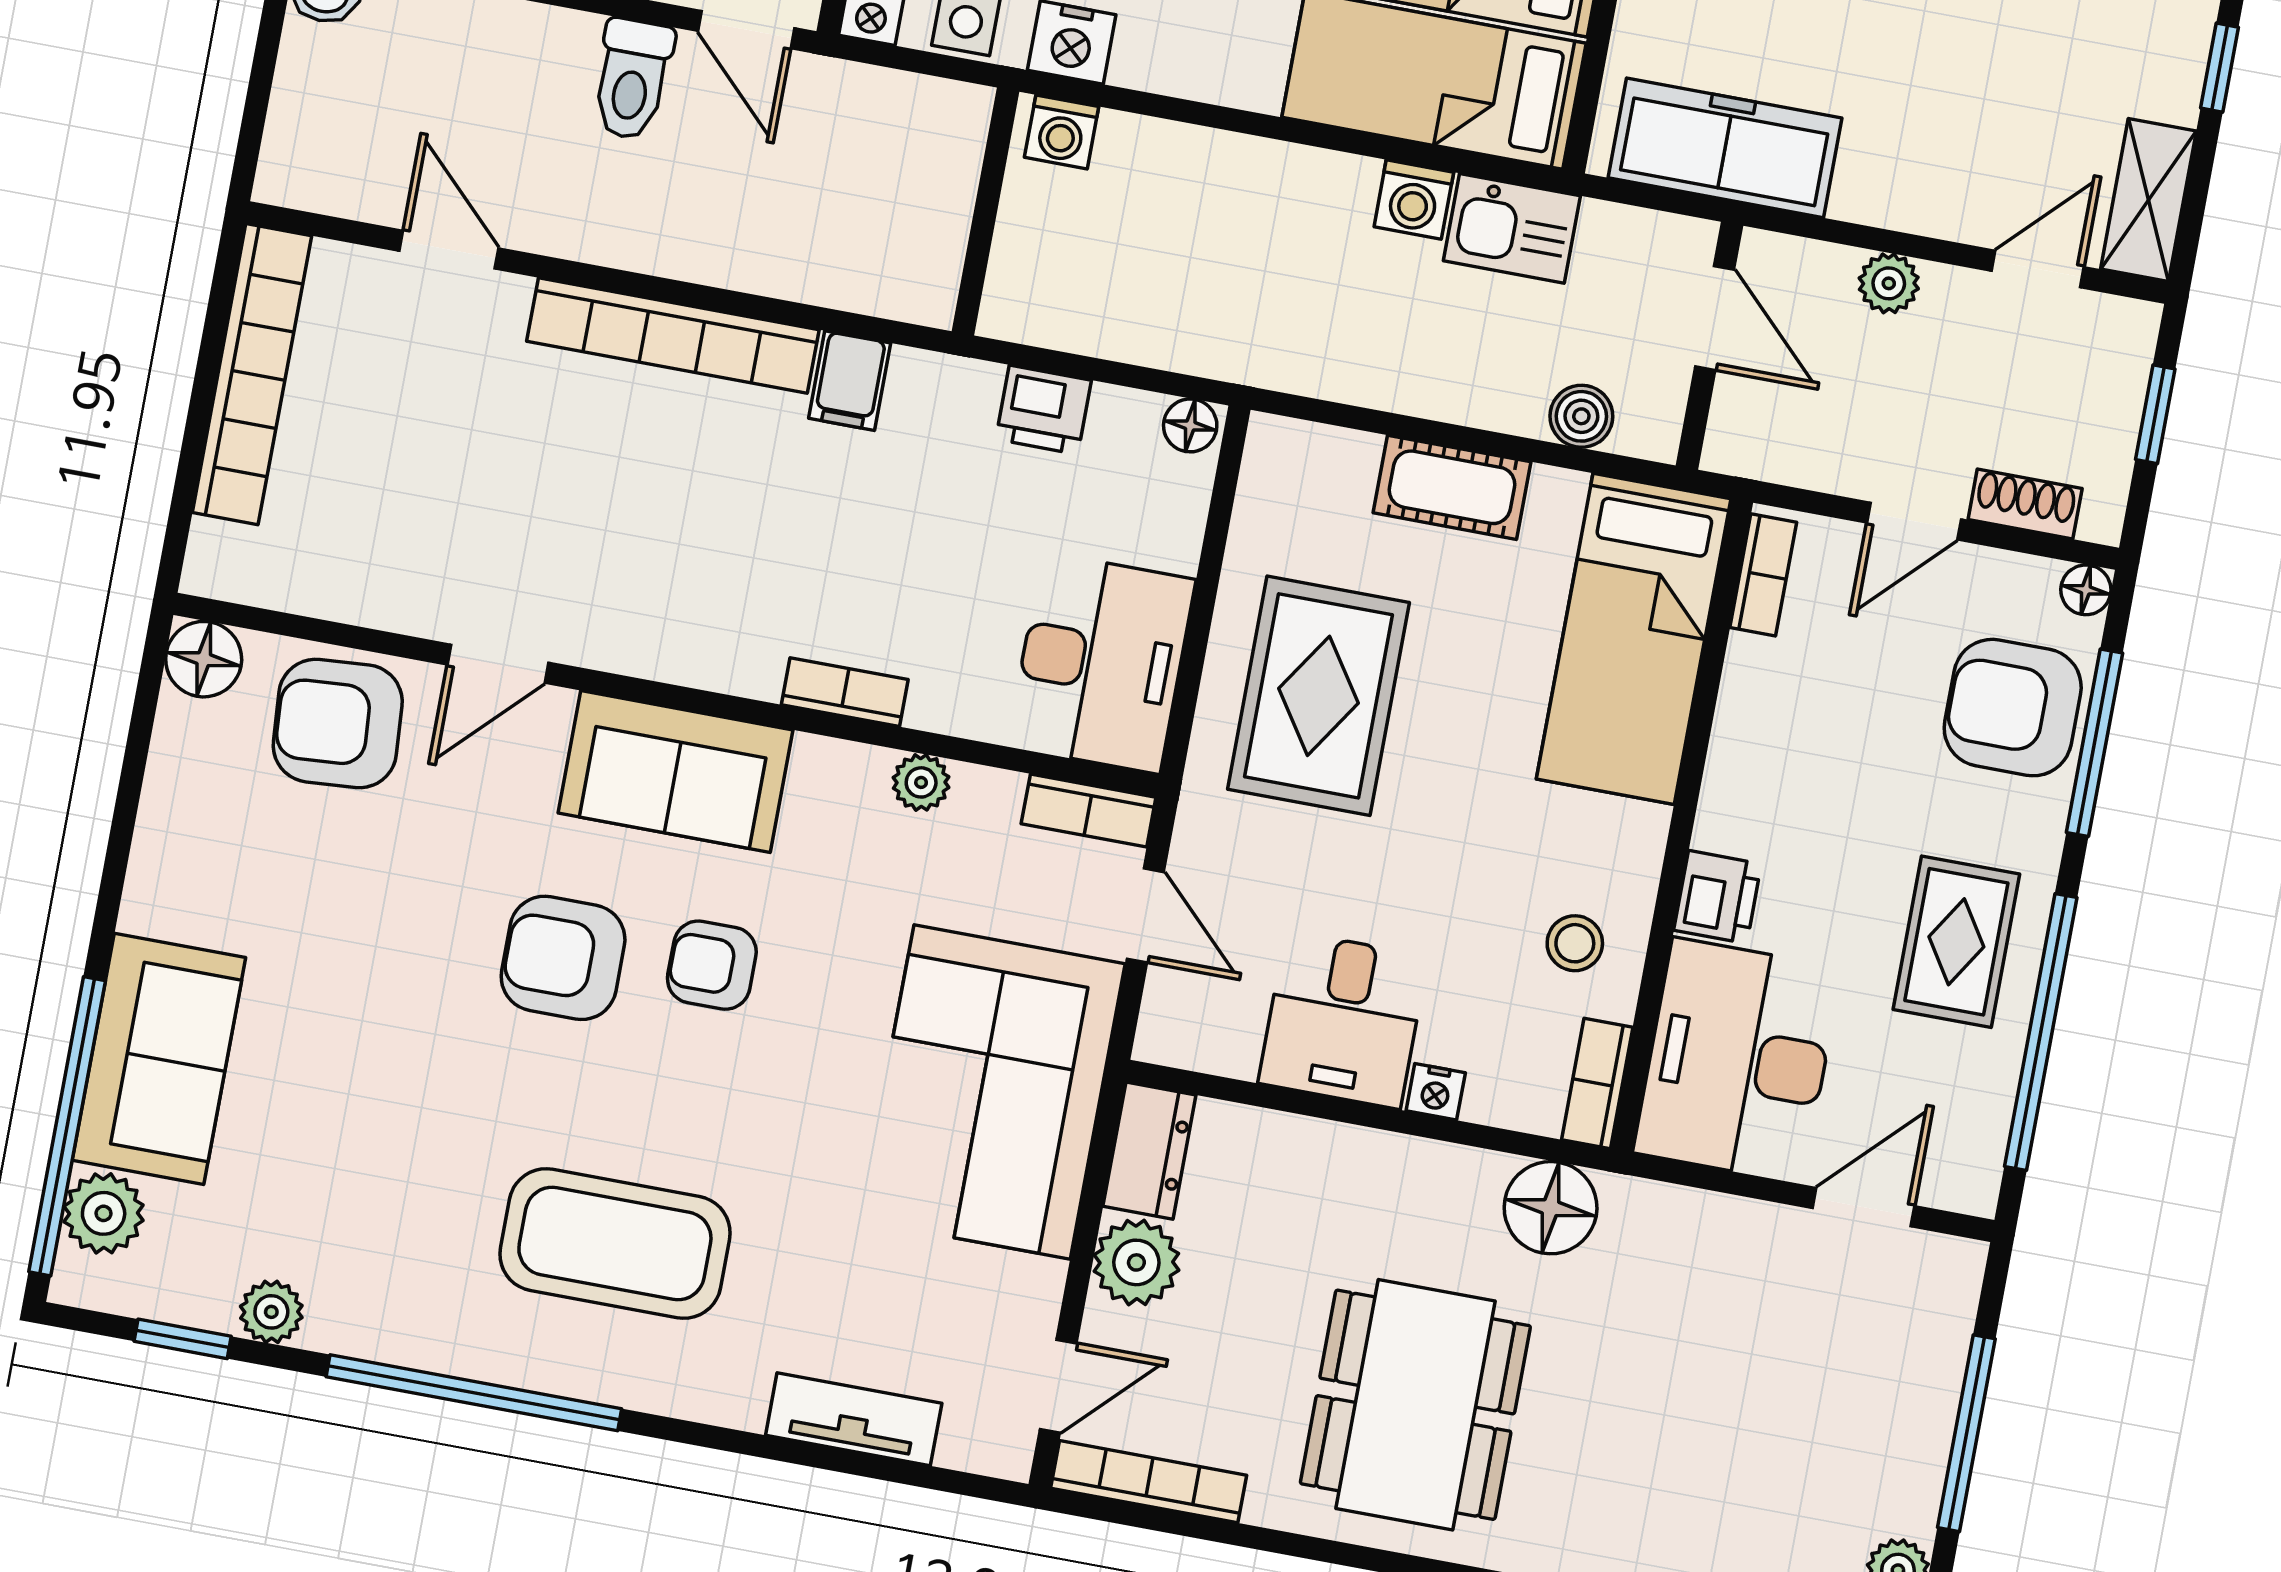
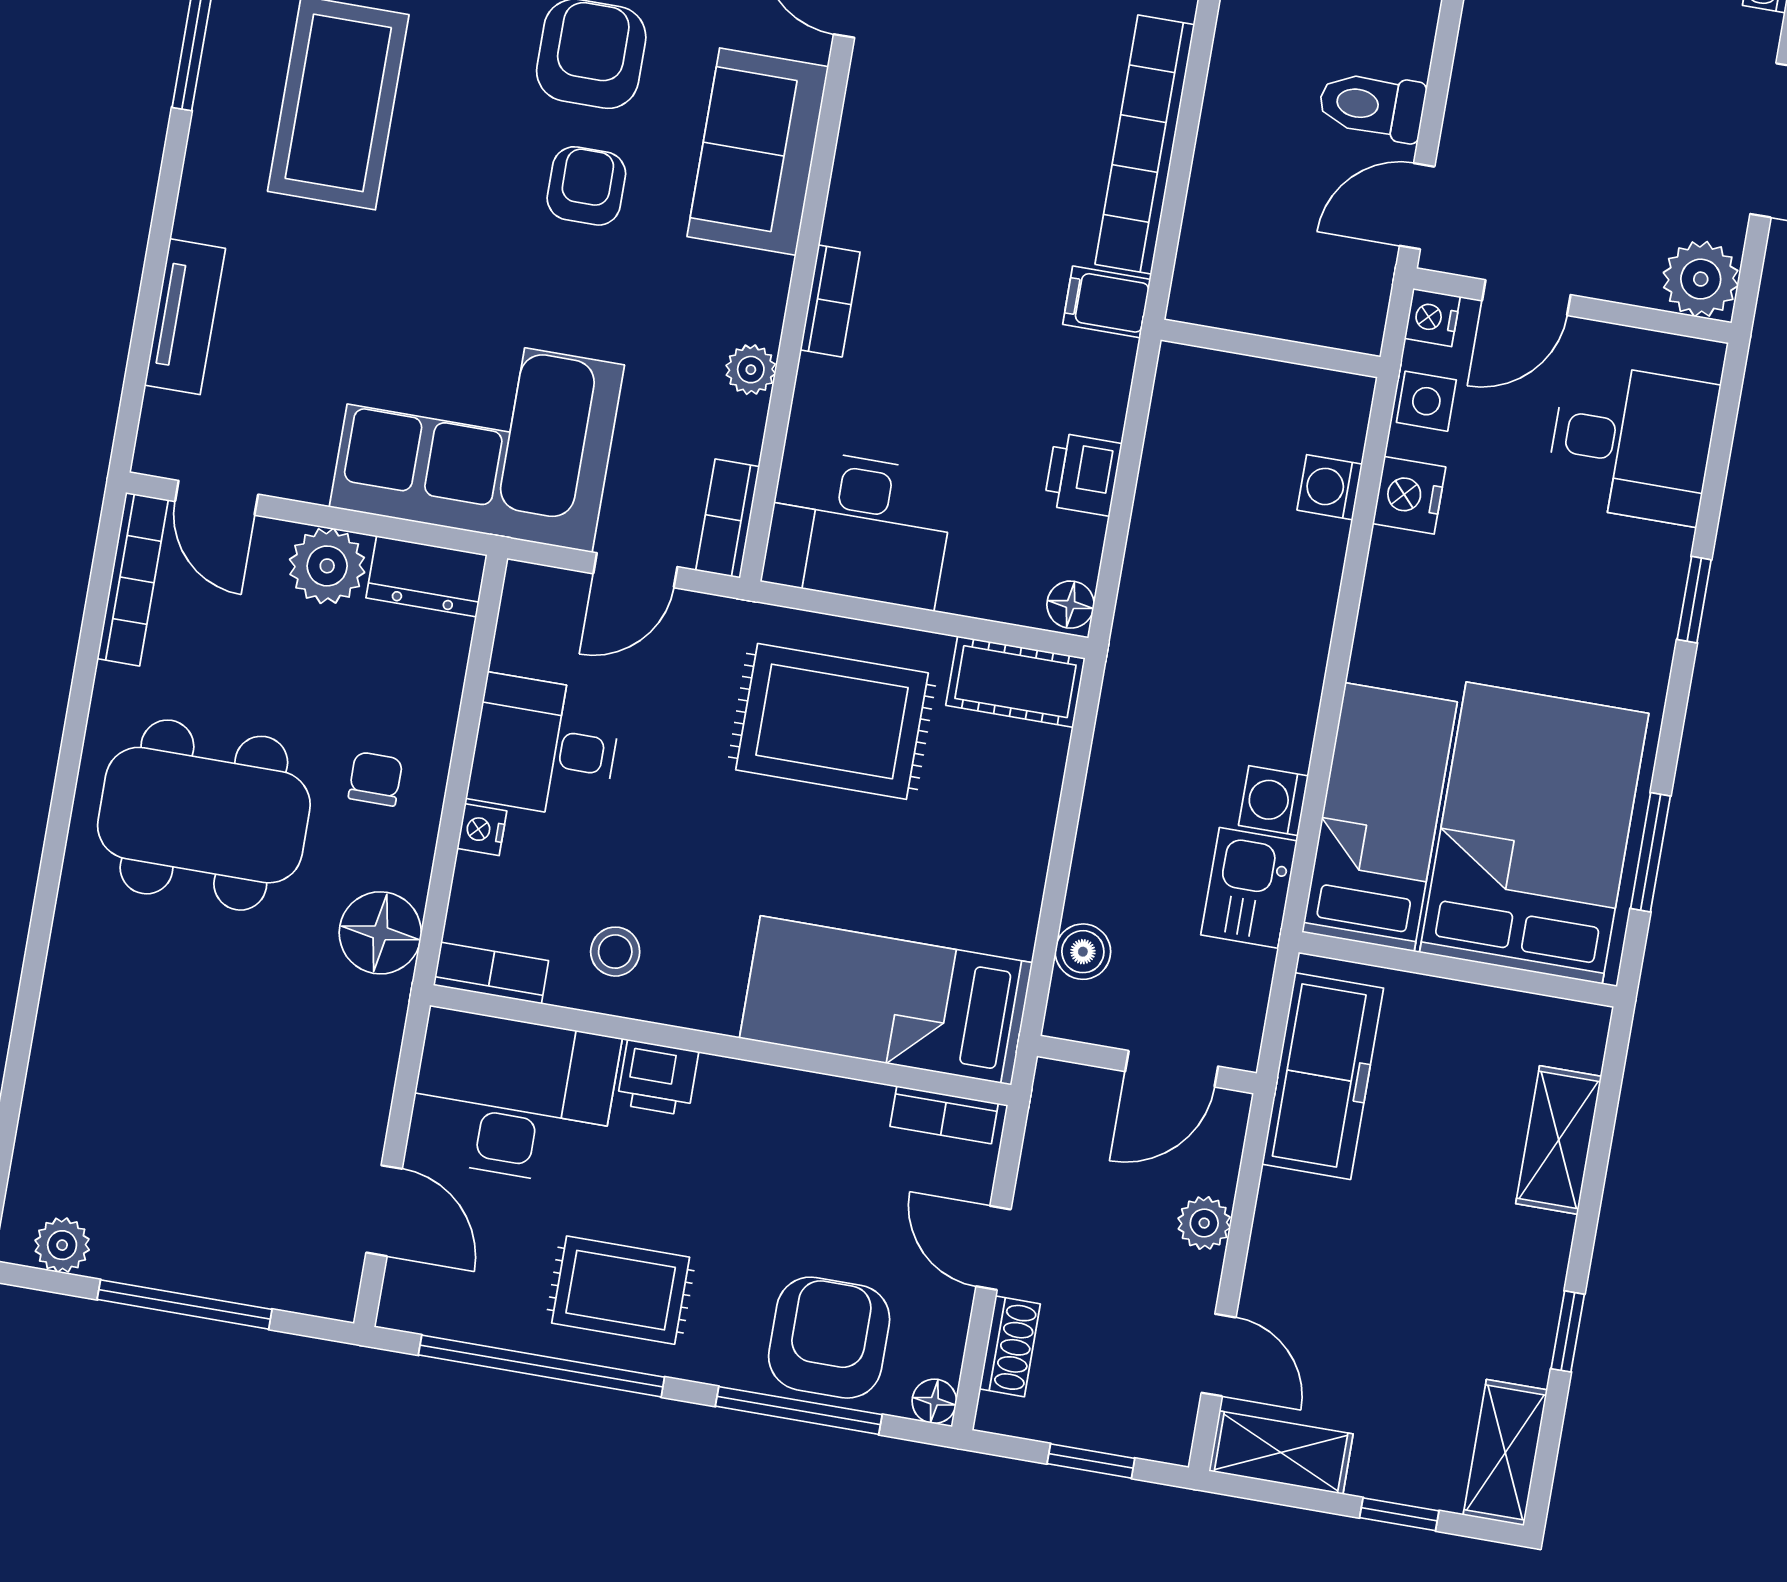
wall: (986, 211) -> (1271, 348), moved
cot: (1452, 487) -> (1015, 682), moved, turned 90
chair: (1377, 1211) -> (375, 779), added

